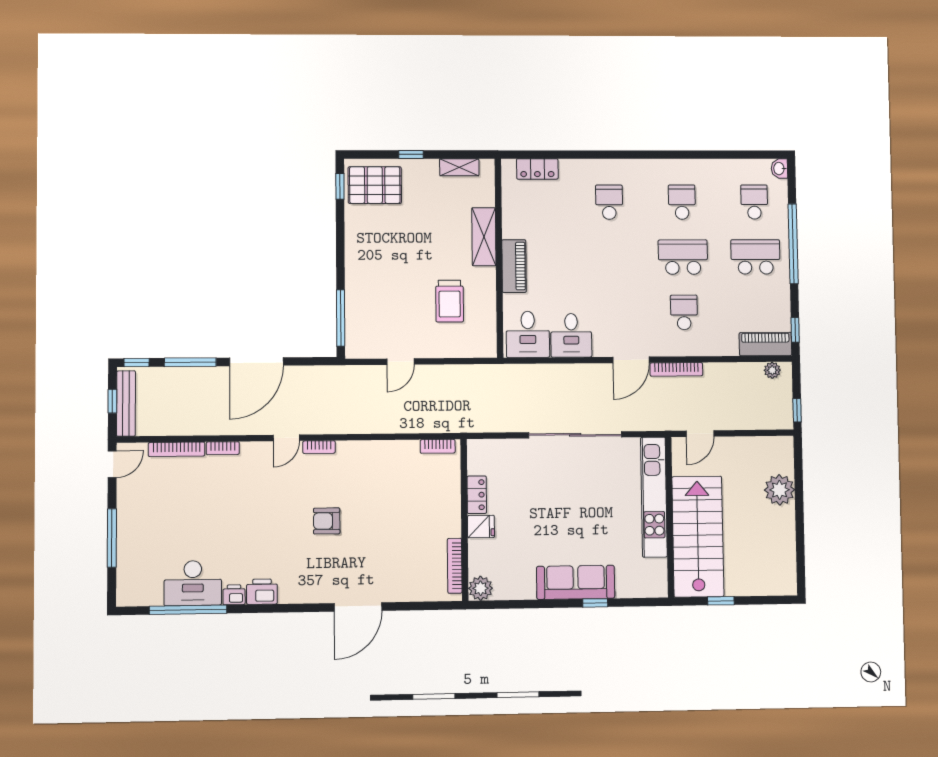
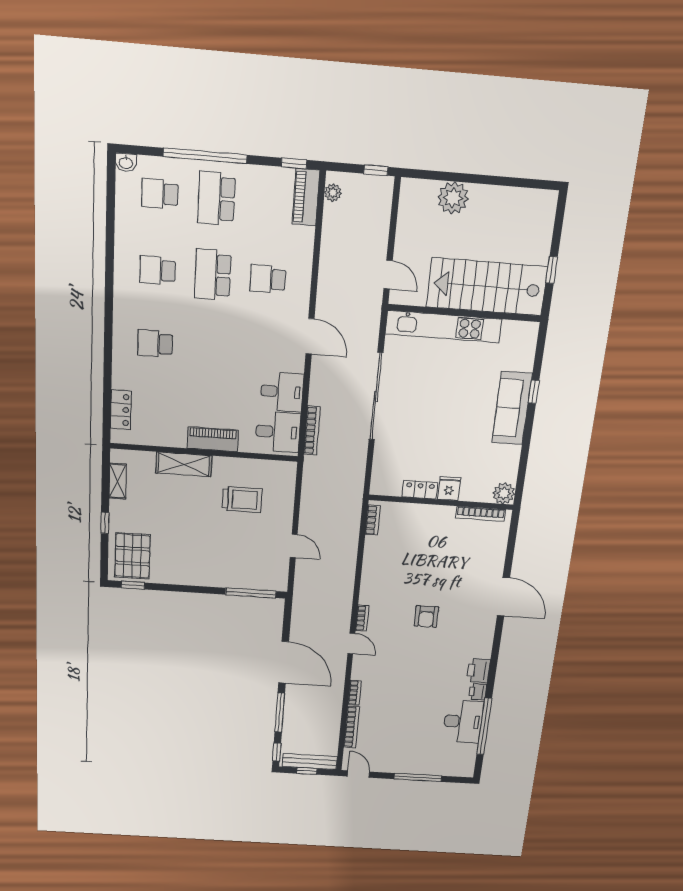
bookcase: (676, 369) -> (312, 431), moved

